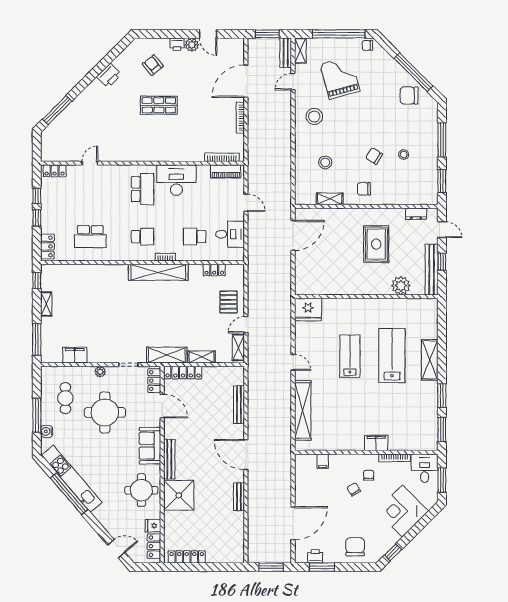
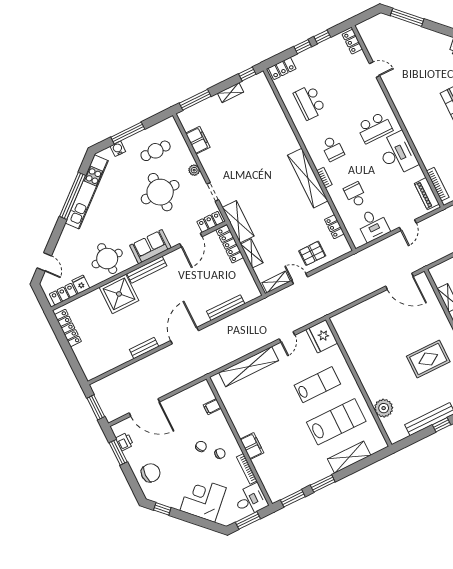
plant: (401, 286) -> (384, 408), moved
wall: (366, 297) -> (359, 382), moved
fridge: (308, 310) -> (322, 336), moved

